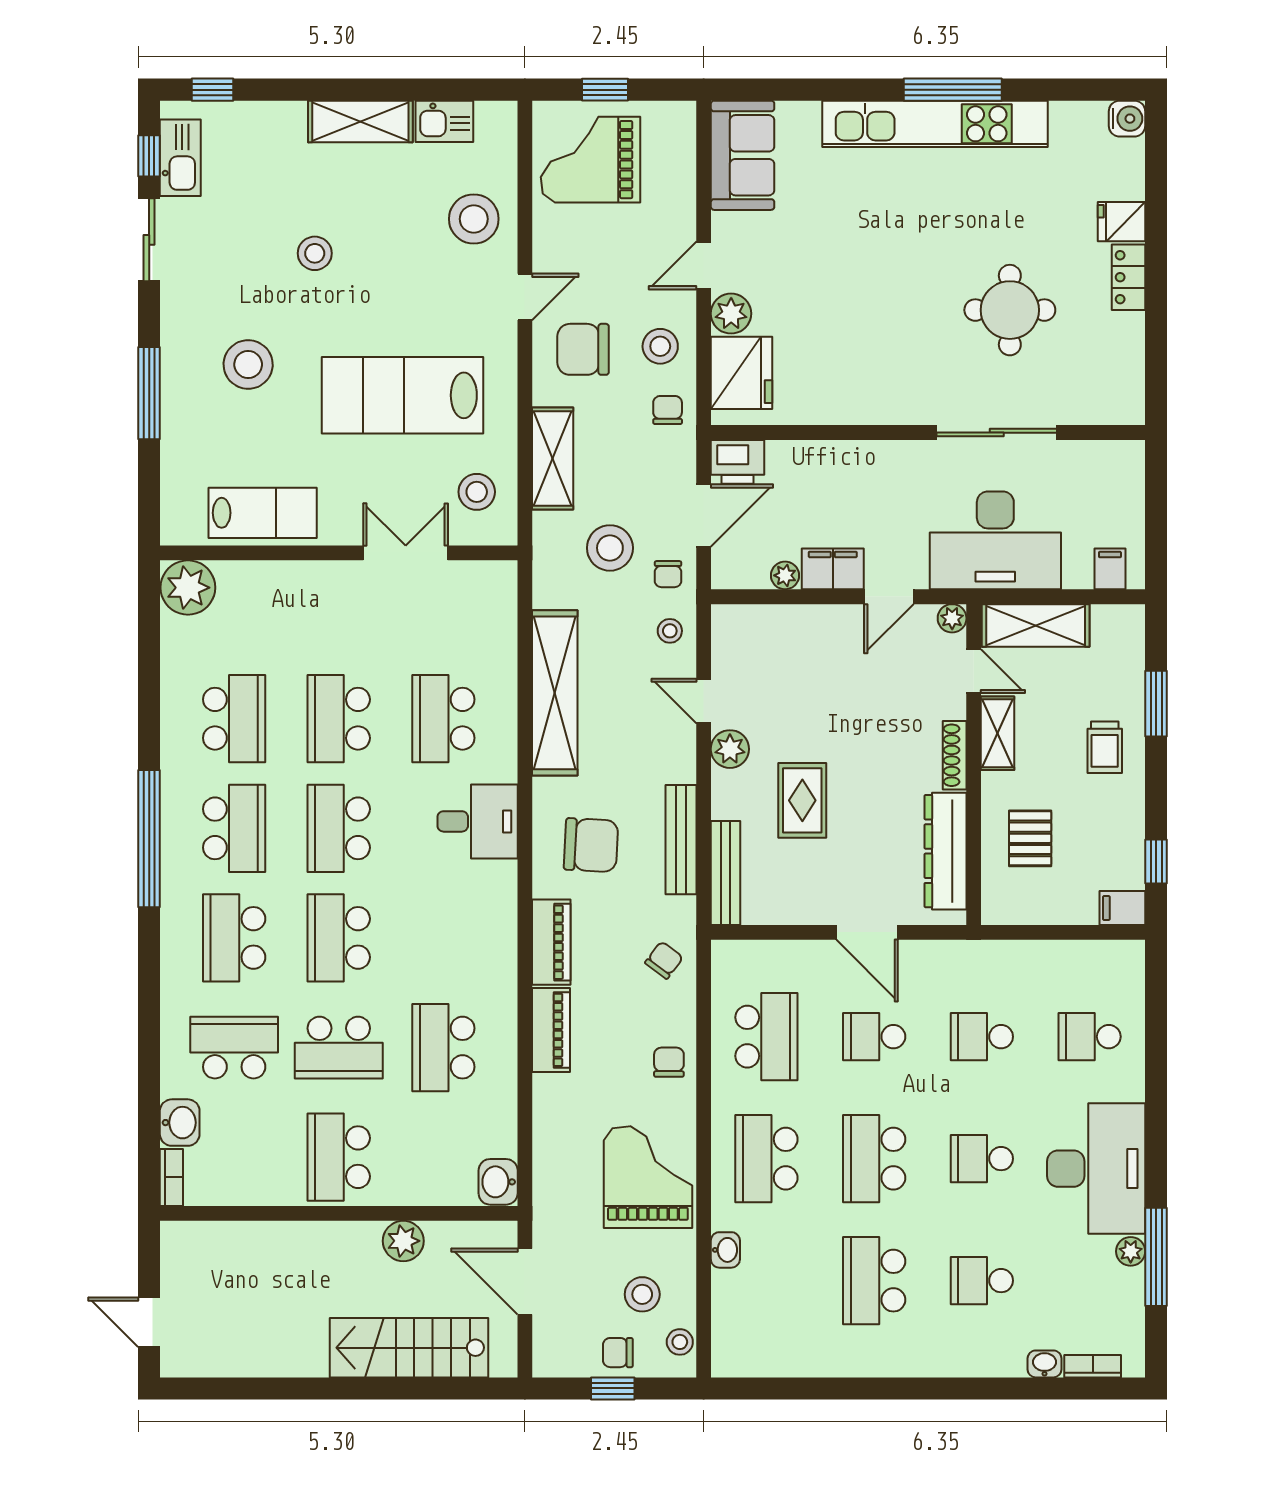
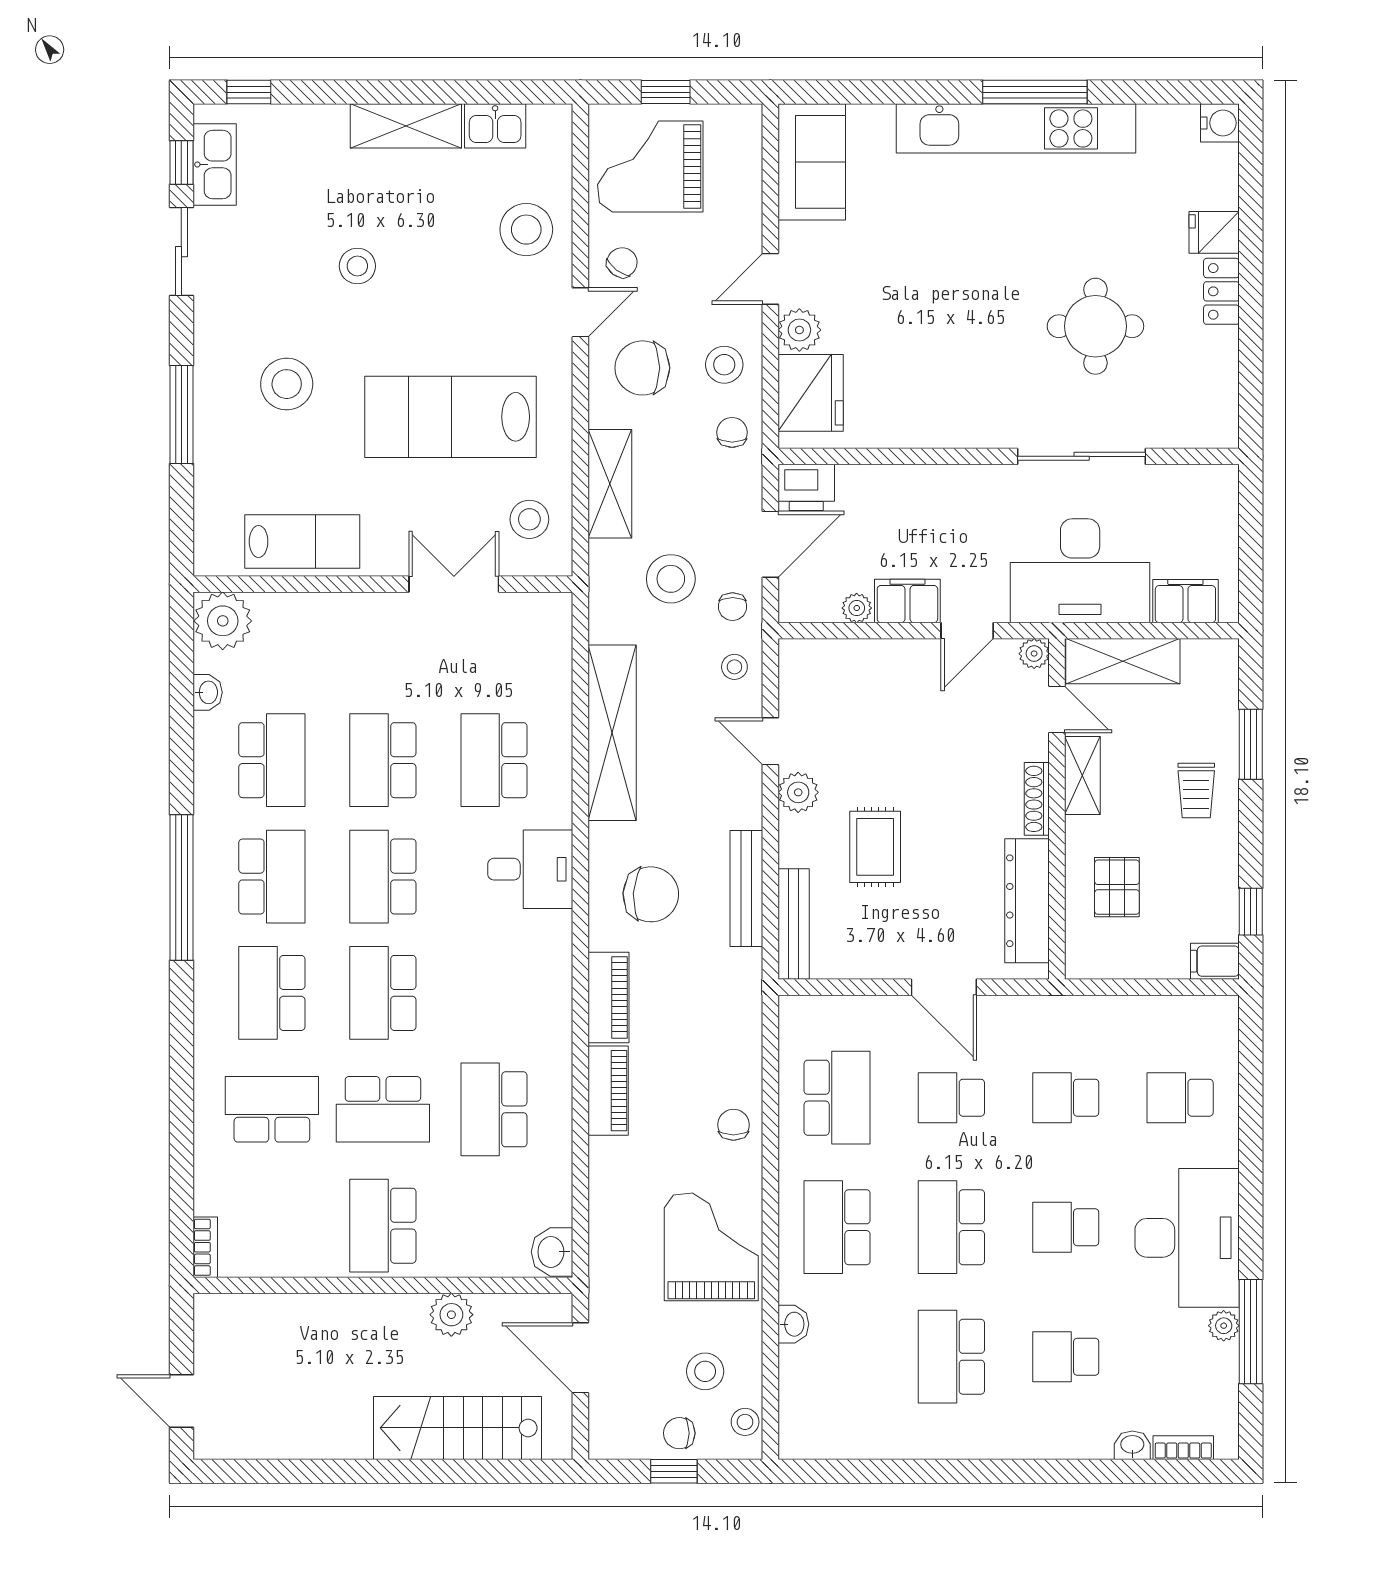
filing cabinet: (1110, 569) -> (1185, 601), width x2.00
chair: (664, 960) -> (622, 263), moved
washbasin: (180, 1123) -> (208, 692), moved, width x0.72, depth x0.69

